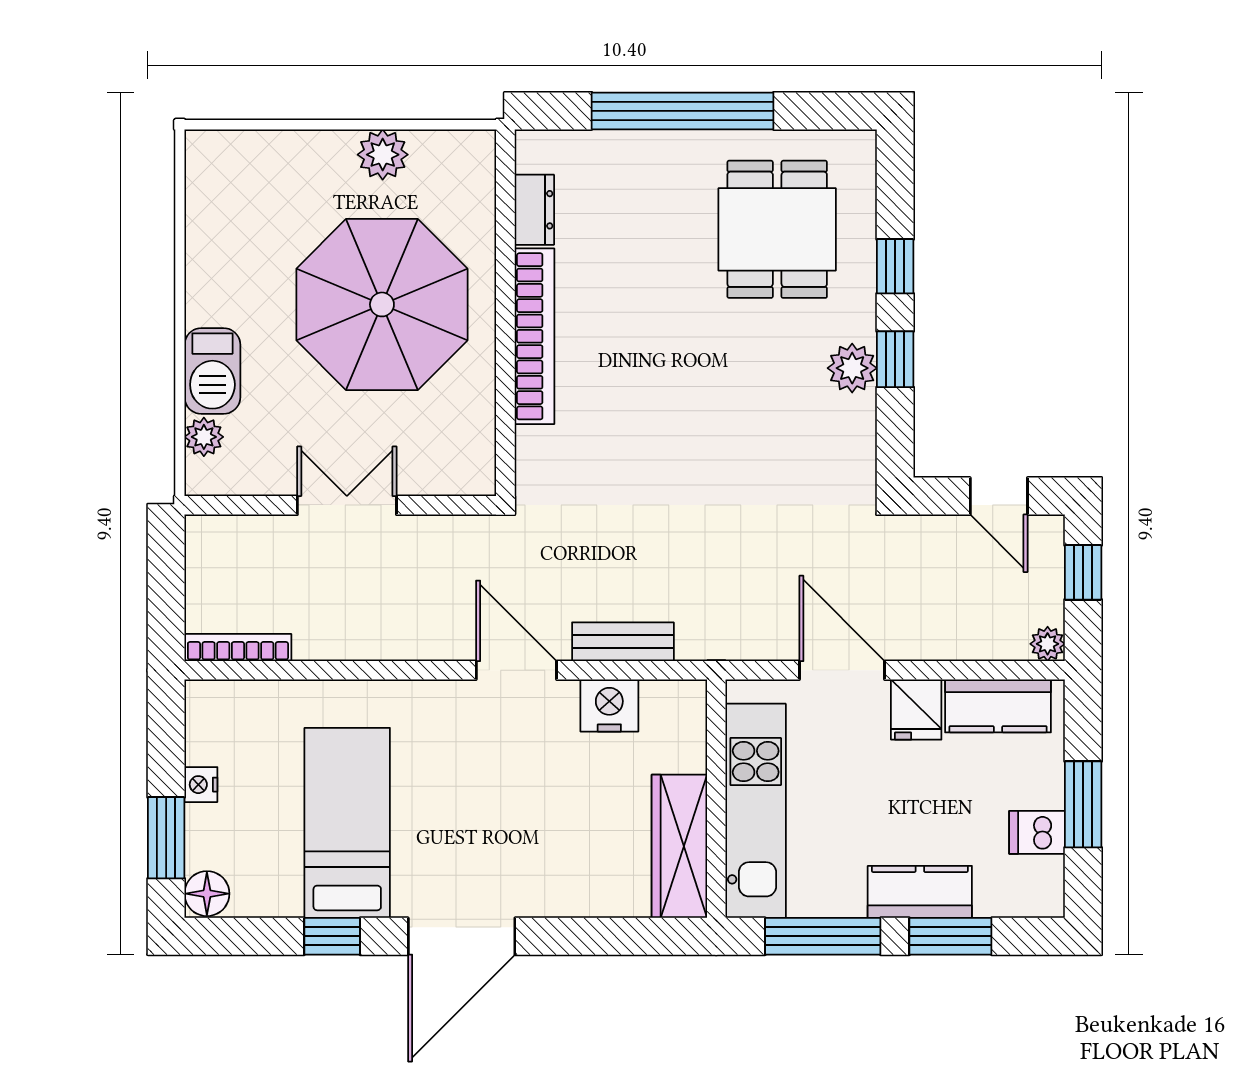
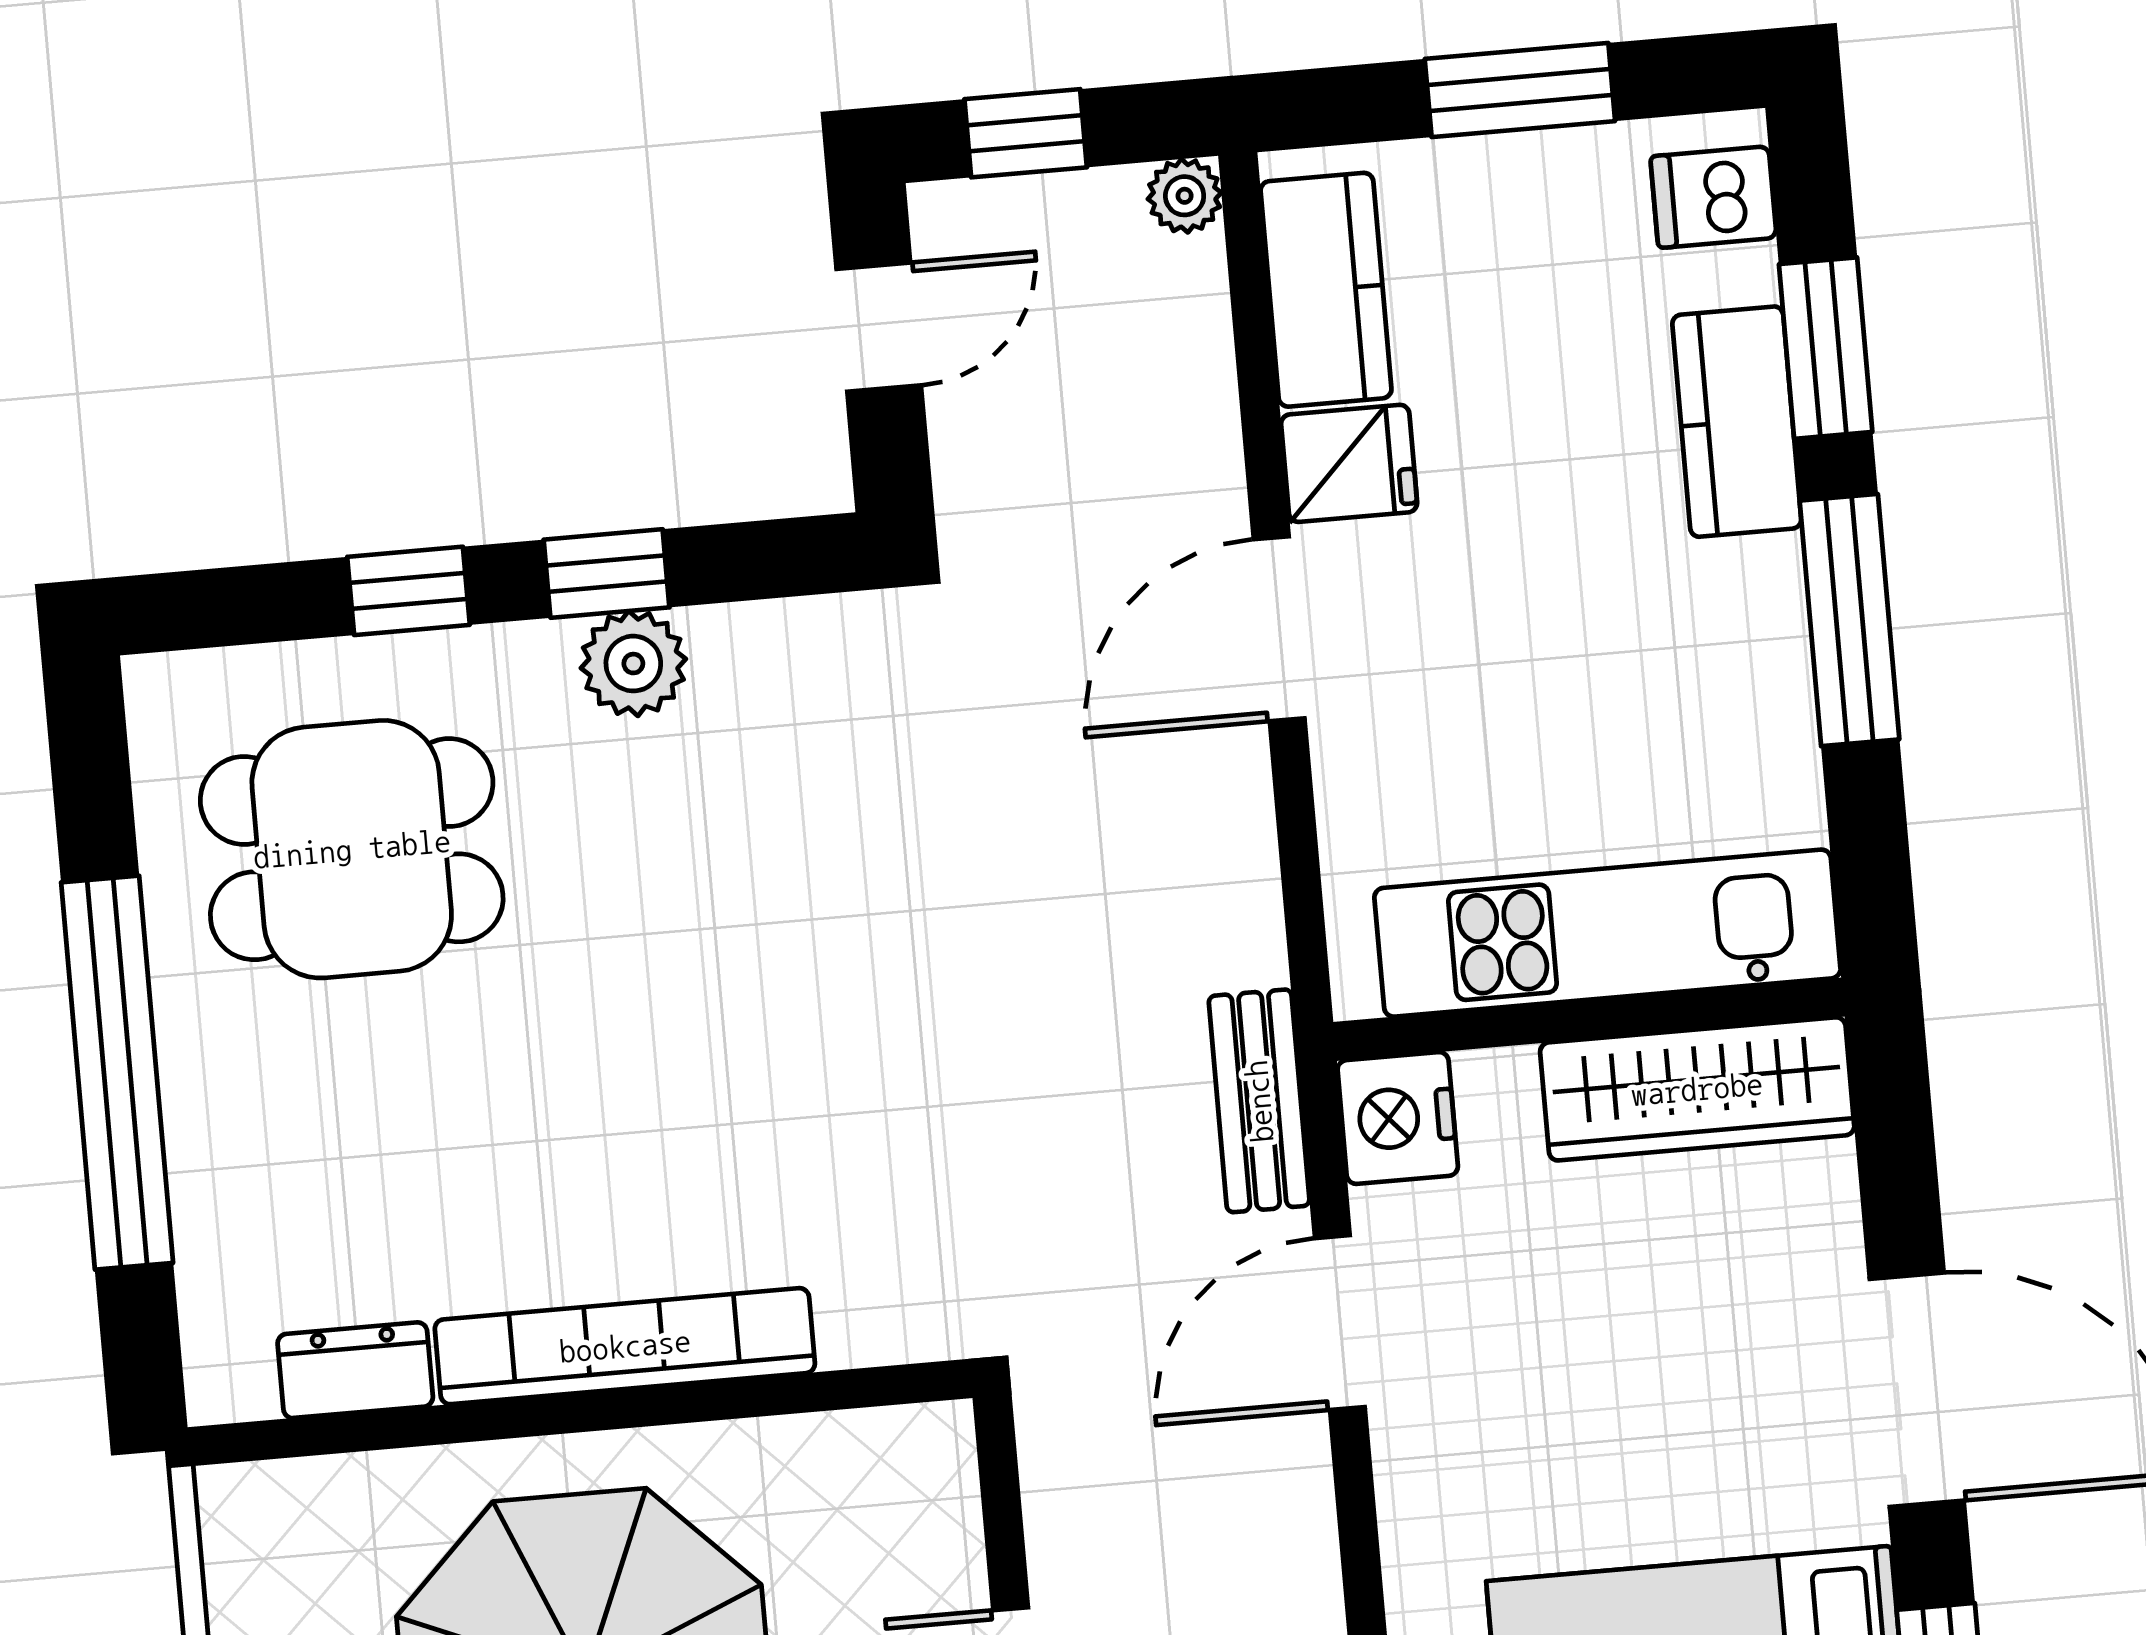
wall: (716, 799) -> (1589, 1019), moved
kitchen unit: (756, 811) -> (1607, 933), moved
dishwasher: (1037, 832) -> (1713, 197), moved, turned 90
wardrobe: (679, 846) -> (1697, 1089), moved

